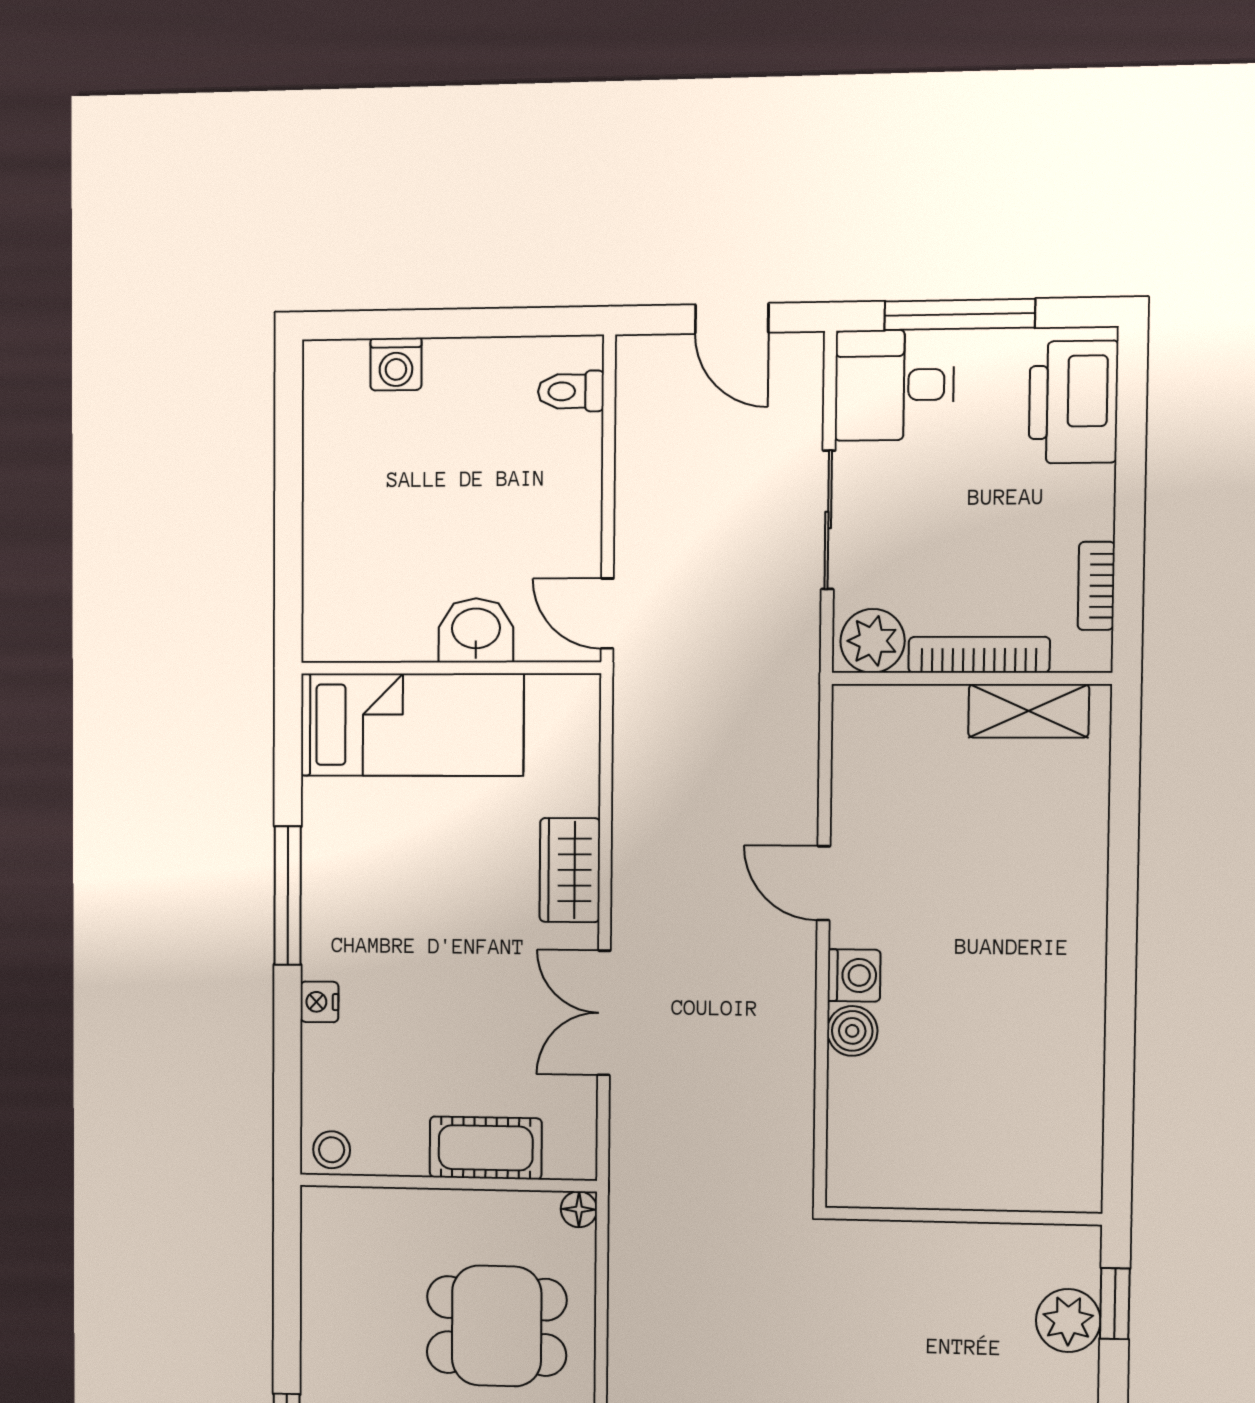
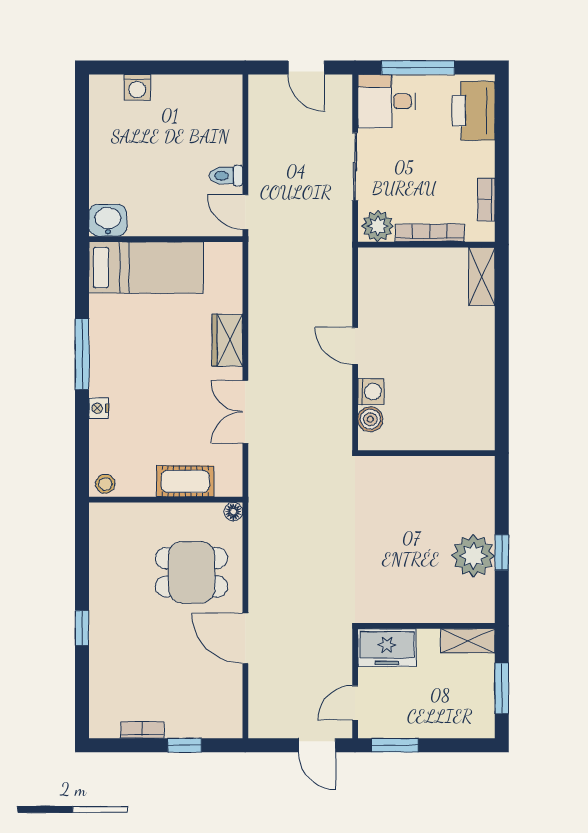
toilet: (571, 391) -> (226, 176), moved
washbasin: (476, 630) -> (108, 220), moved
shelving: (1029, 711) -> (482, 277), moved, turned 90
wall: (963, 1216) -> (426, 453), moved
plant: (1068, 1321) -> (473, 556), width x1.36, depth x1.36

